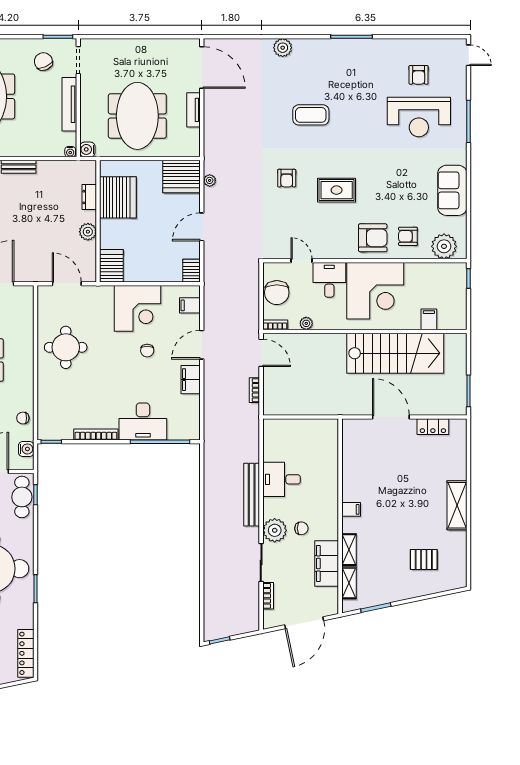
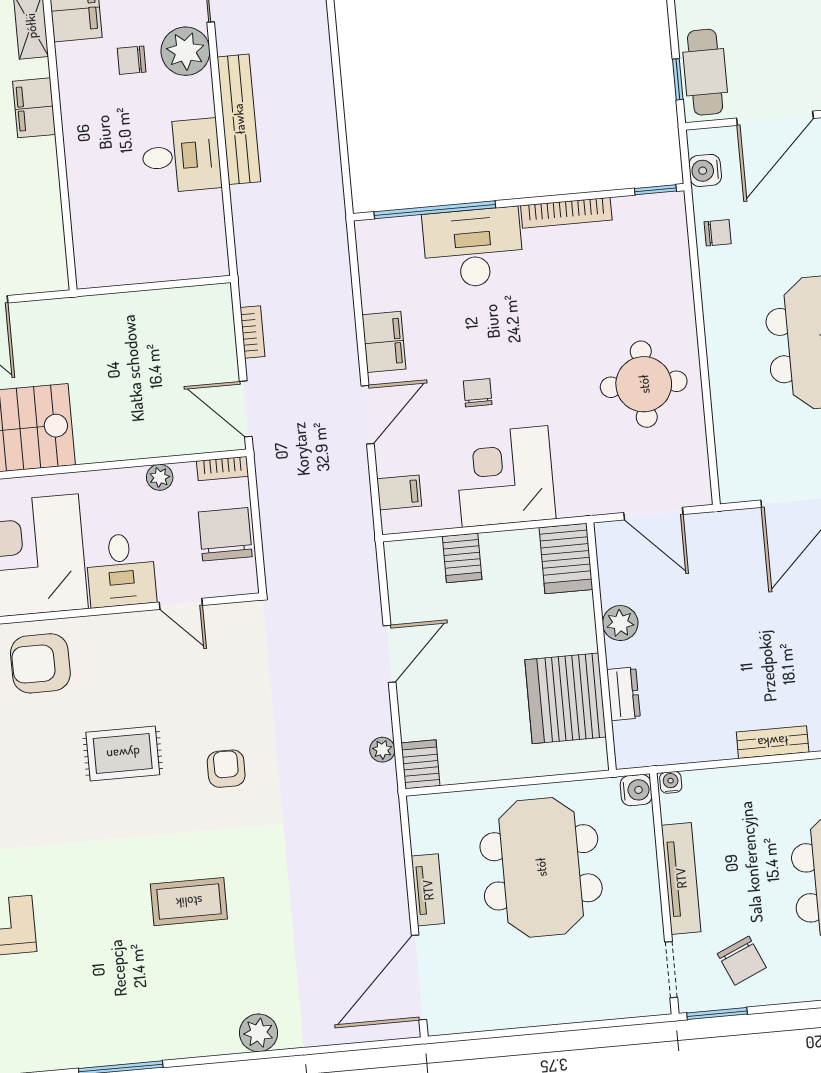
door: (202, 68) -> (419, 977), hinge flipped
server rack: (181, 177) -> (420, 764), width x0.46, depth x0.70
server rack: (192, 271) -> (462, 558), moved
filing cabinet: (351, 509) -> (34, 108), width x2.00

